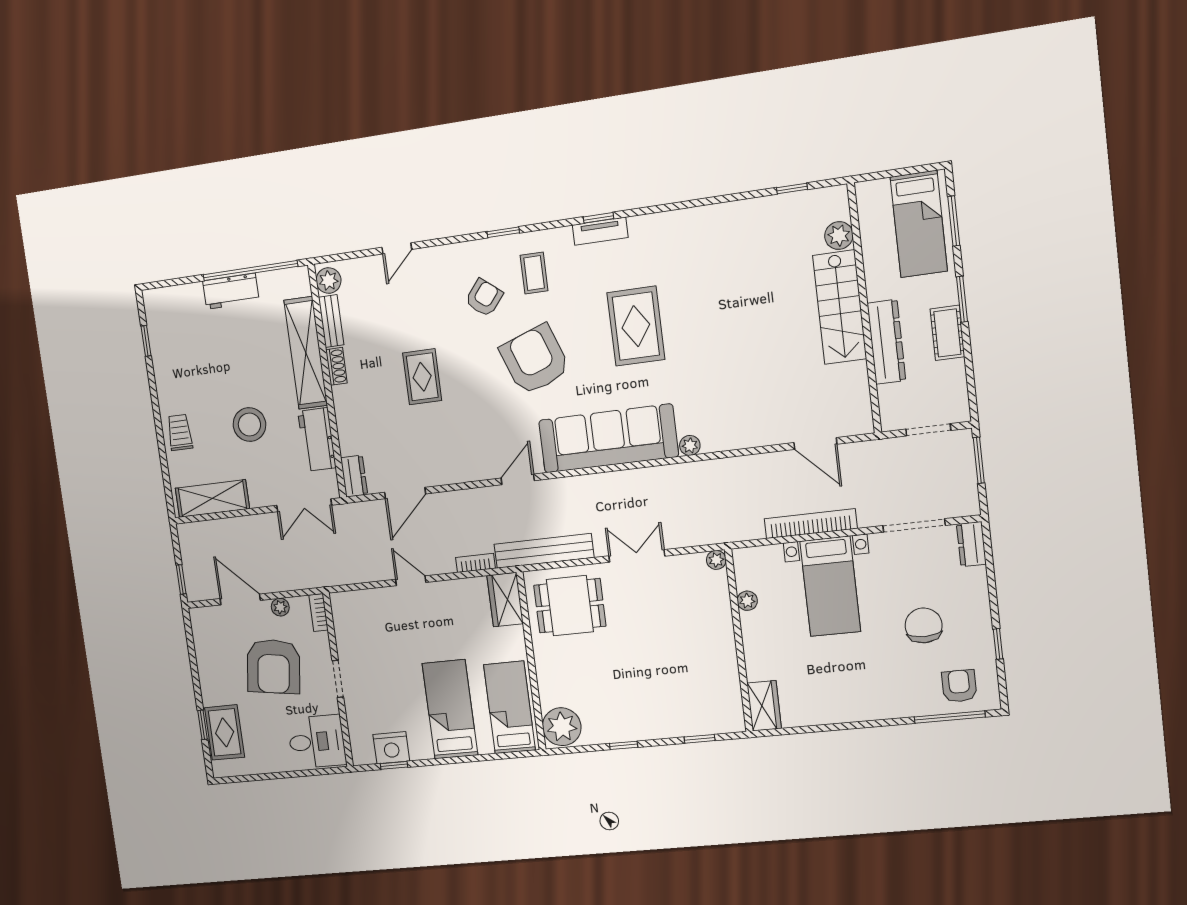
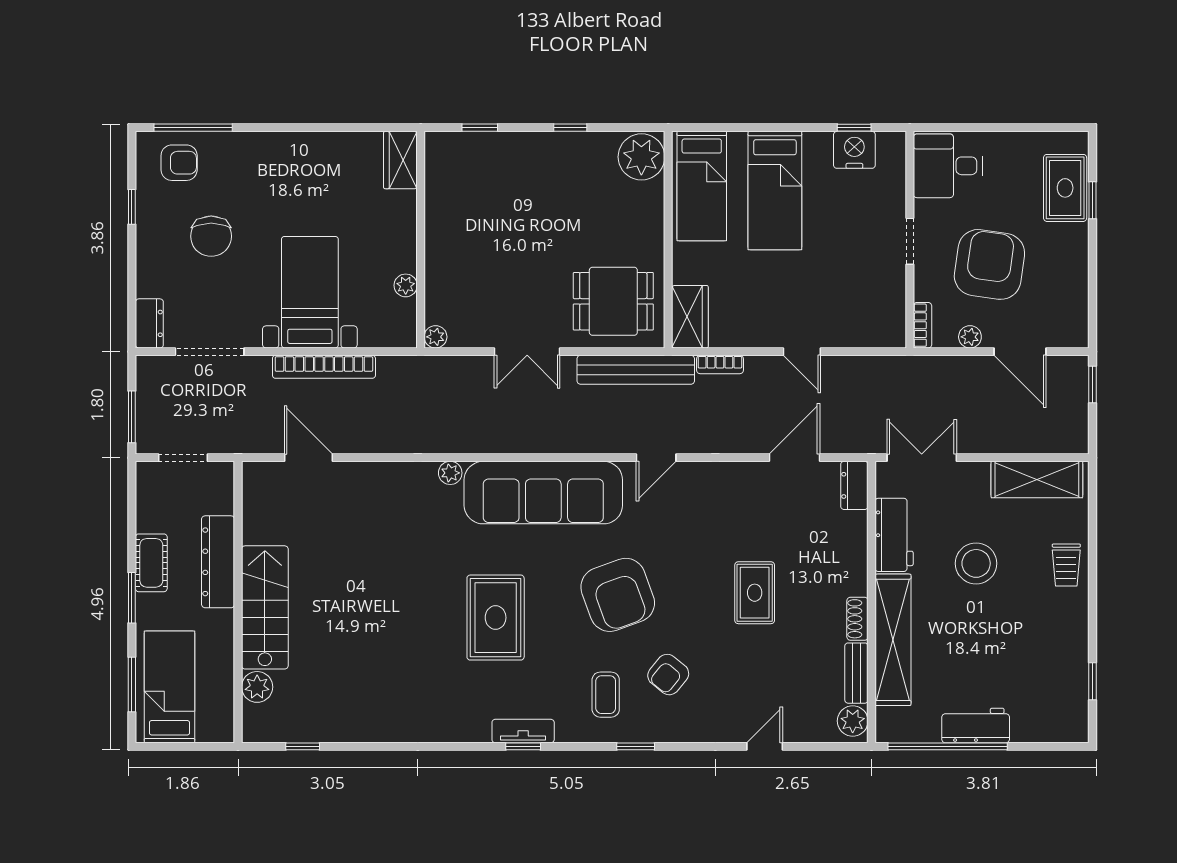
armchair: (959, 686) -> (179, 163), turned -90

